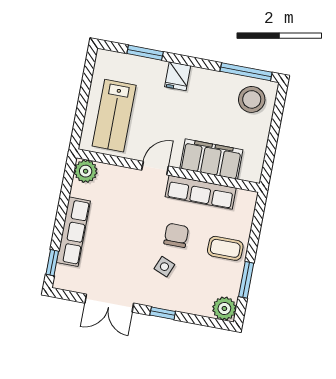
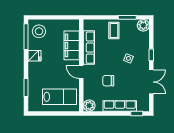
fridge: (178, 76) -> (34, 56), moved
chair: (176, 235) -> (108, 81), moved

